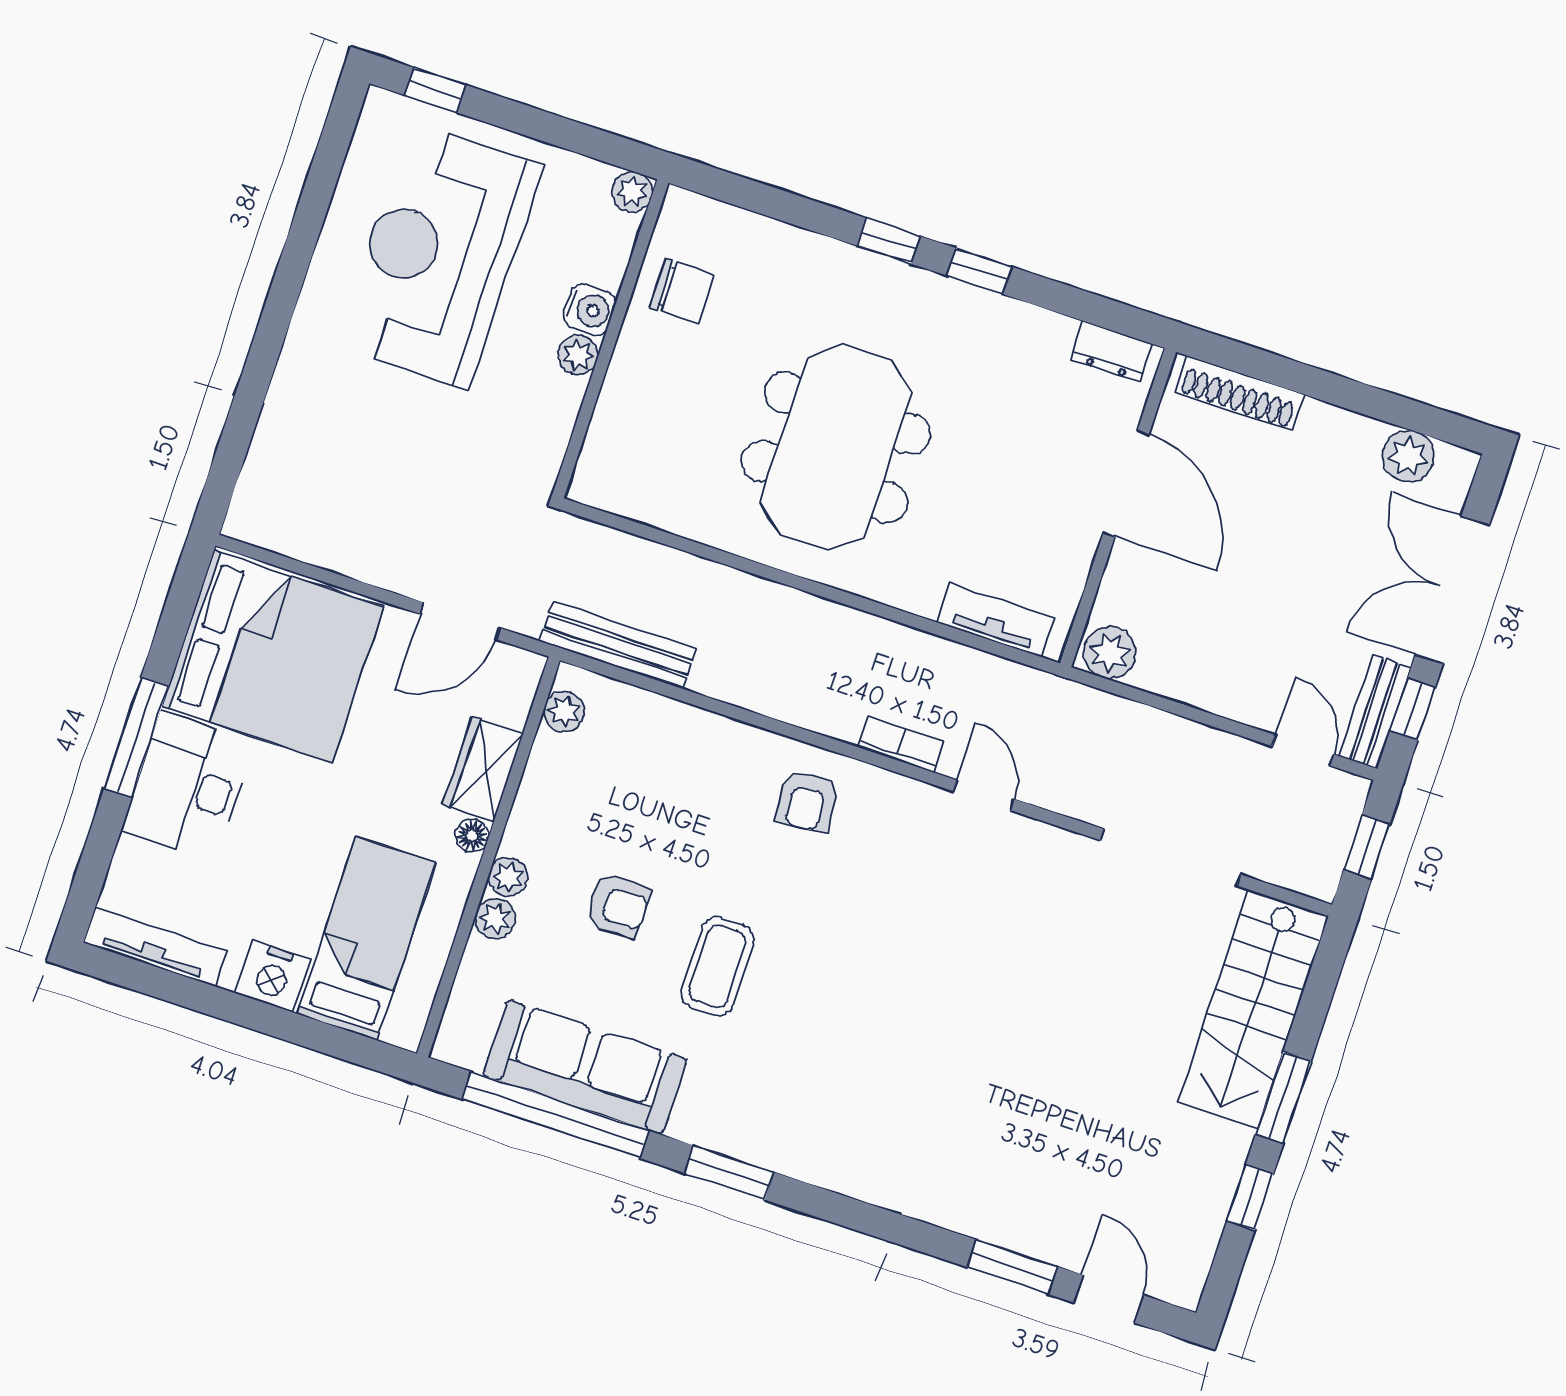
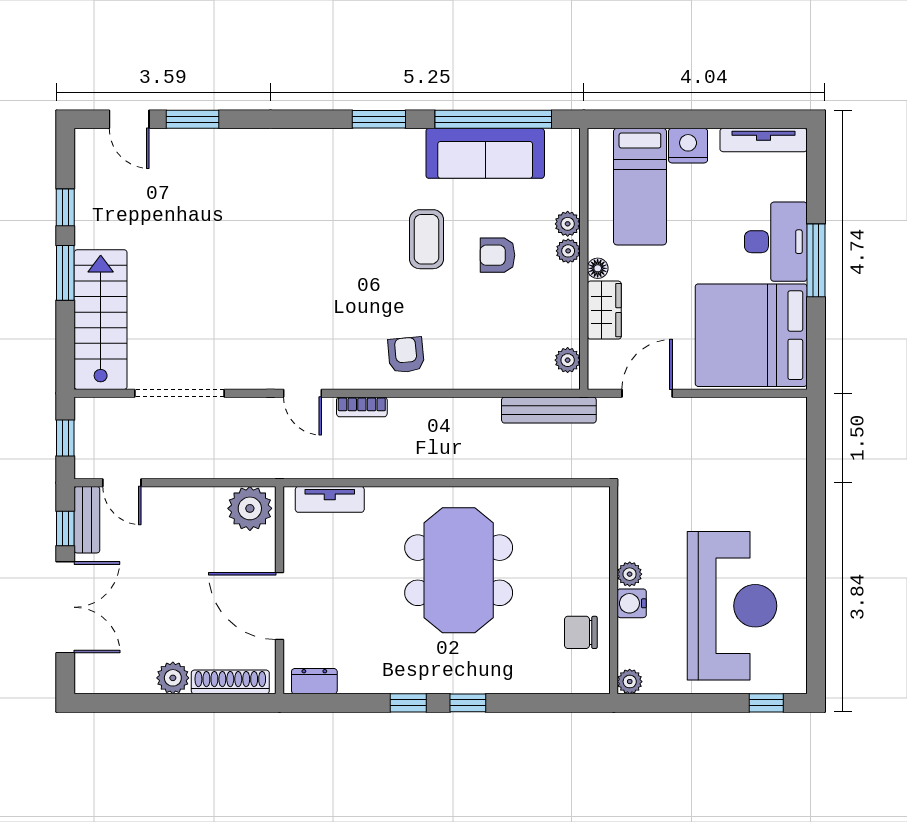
plant: (1408, 456) -> (173, 678), moved
plant: (1110, 653) -> (250, 508), width x1.36, depth x1.36

